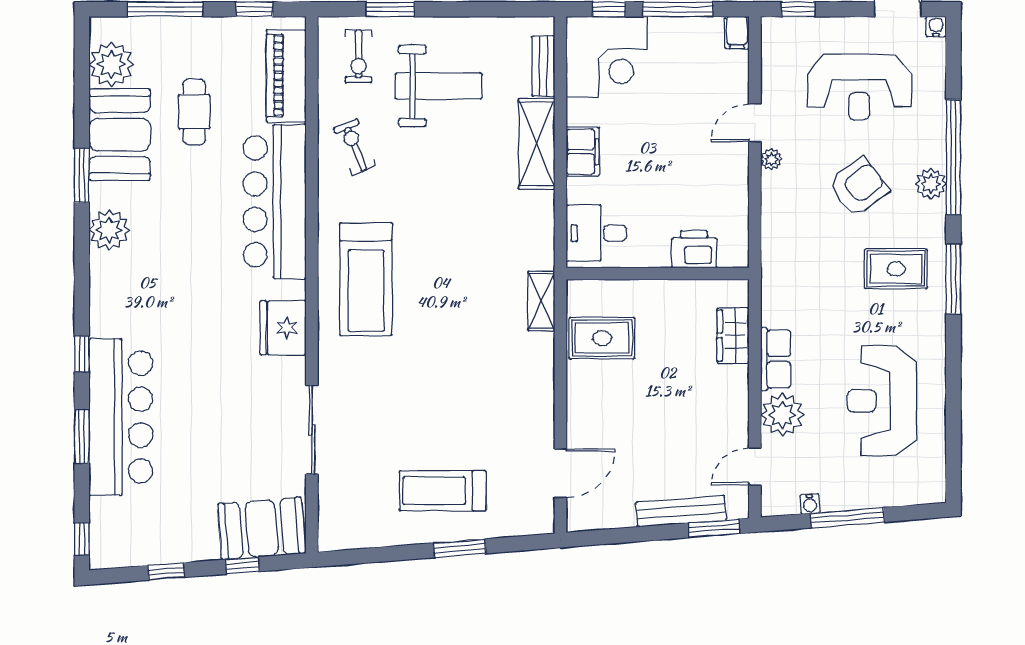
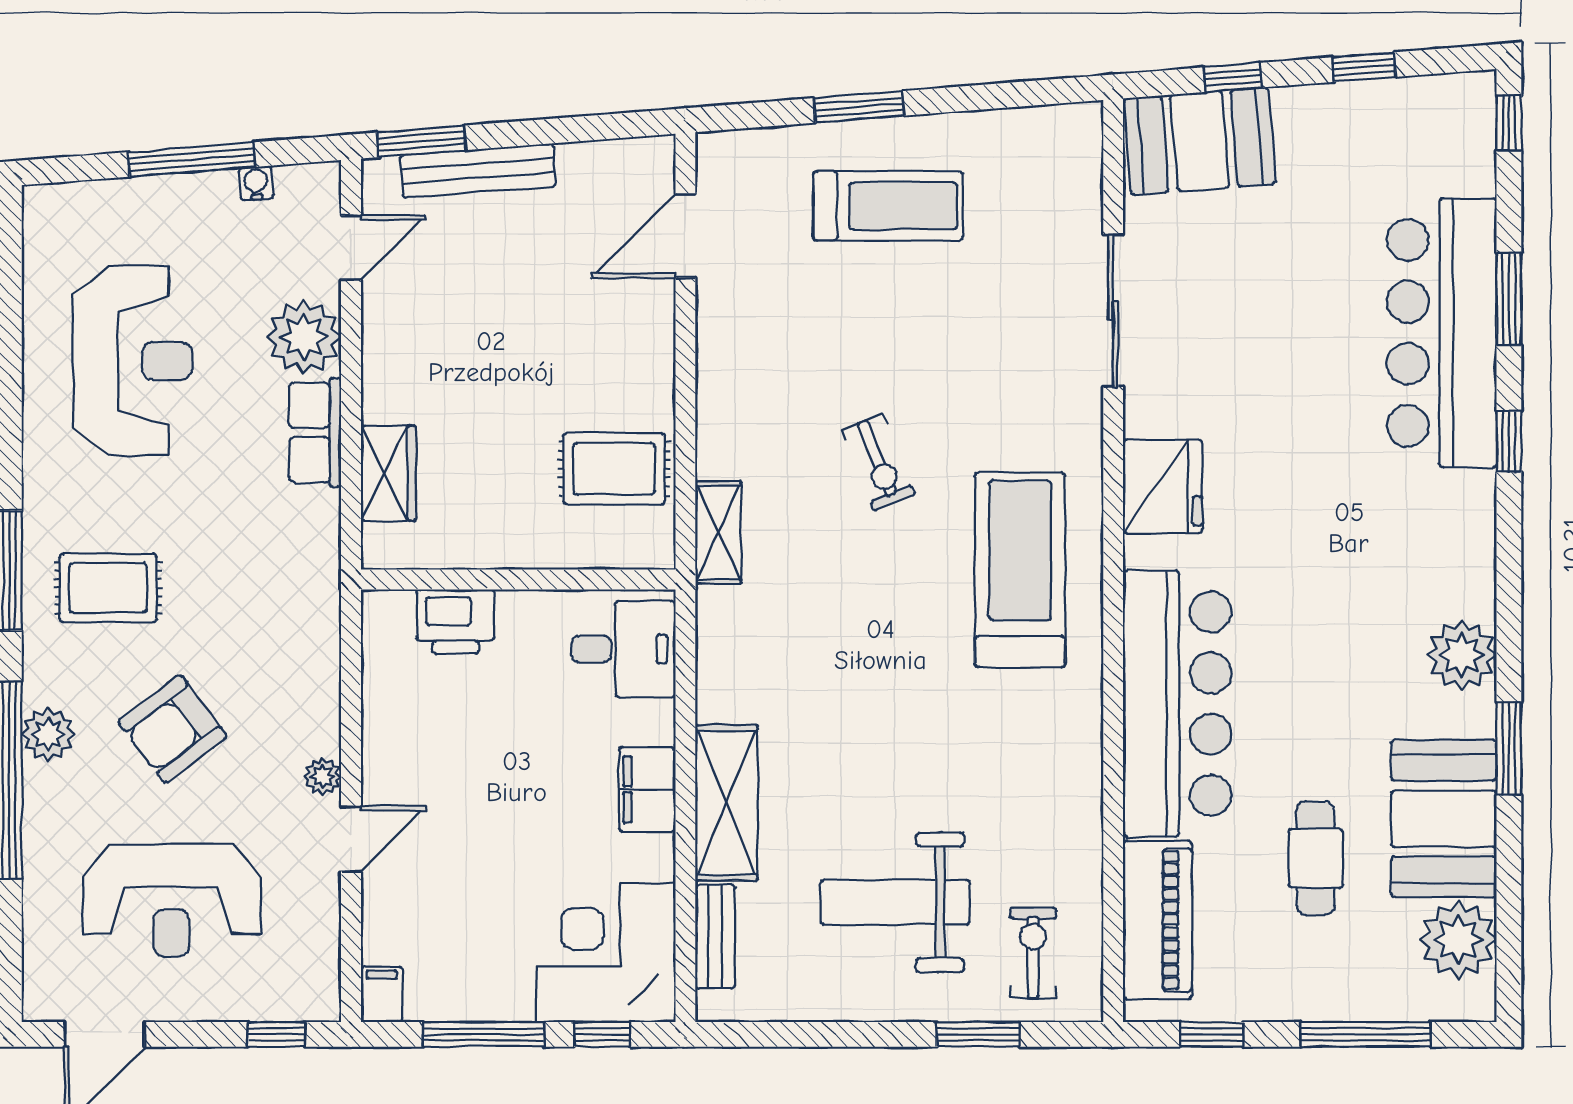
water cooler: (936, 27) -> (39, 1005), removed
reception desk: (859, 87) -> (171, 900), turned 180
exercise bike: (355, 147) -> (878, 462), moved

